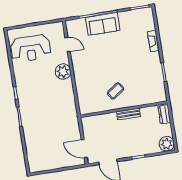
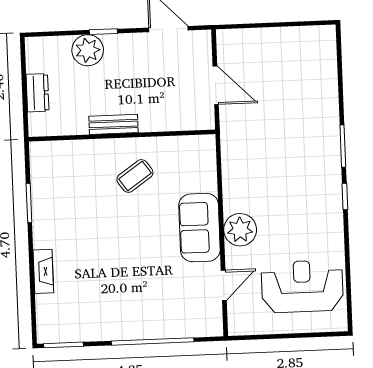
sofa: (103, 24) -> (200, 228), moved, turned -90
door: (68, 45) -> (224, 285), swing flipped
dresser: (164, 114) -> (37, 93), moved
plant: (167, 144) -> (88, 50), moved
door: (84, 149) -> (216, 85), moved

